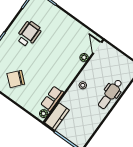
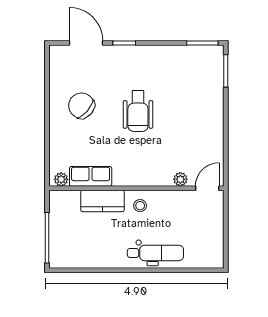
wheelchair: (29, 34) -> (138, 111), moved, turned 90
dental chair: (110, 94) -> (155, 253), turned 180
kitchen counter: (57, 116) -> (102, 201), moved

